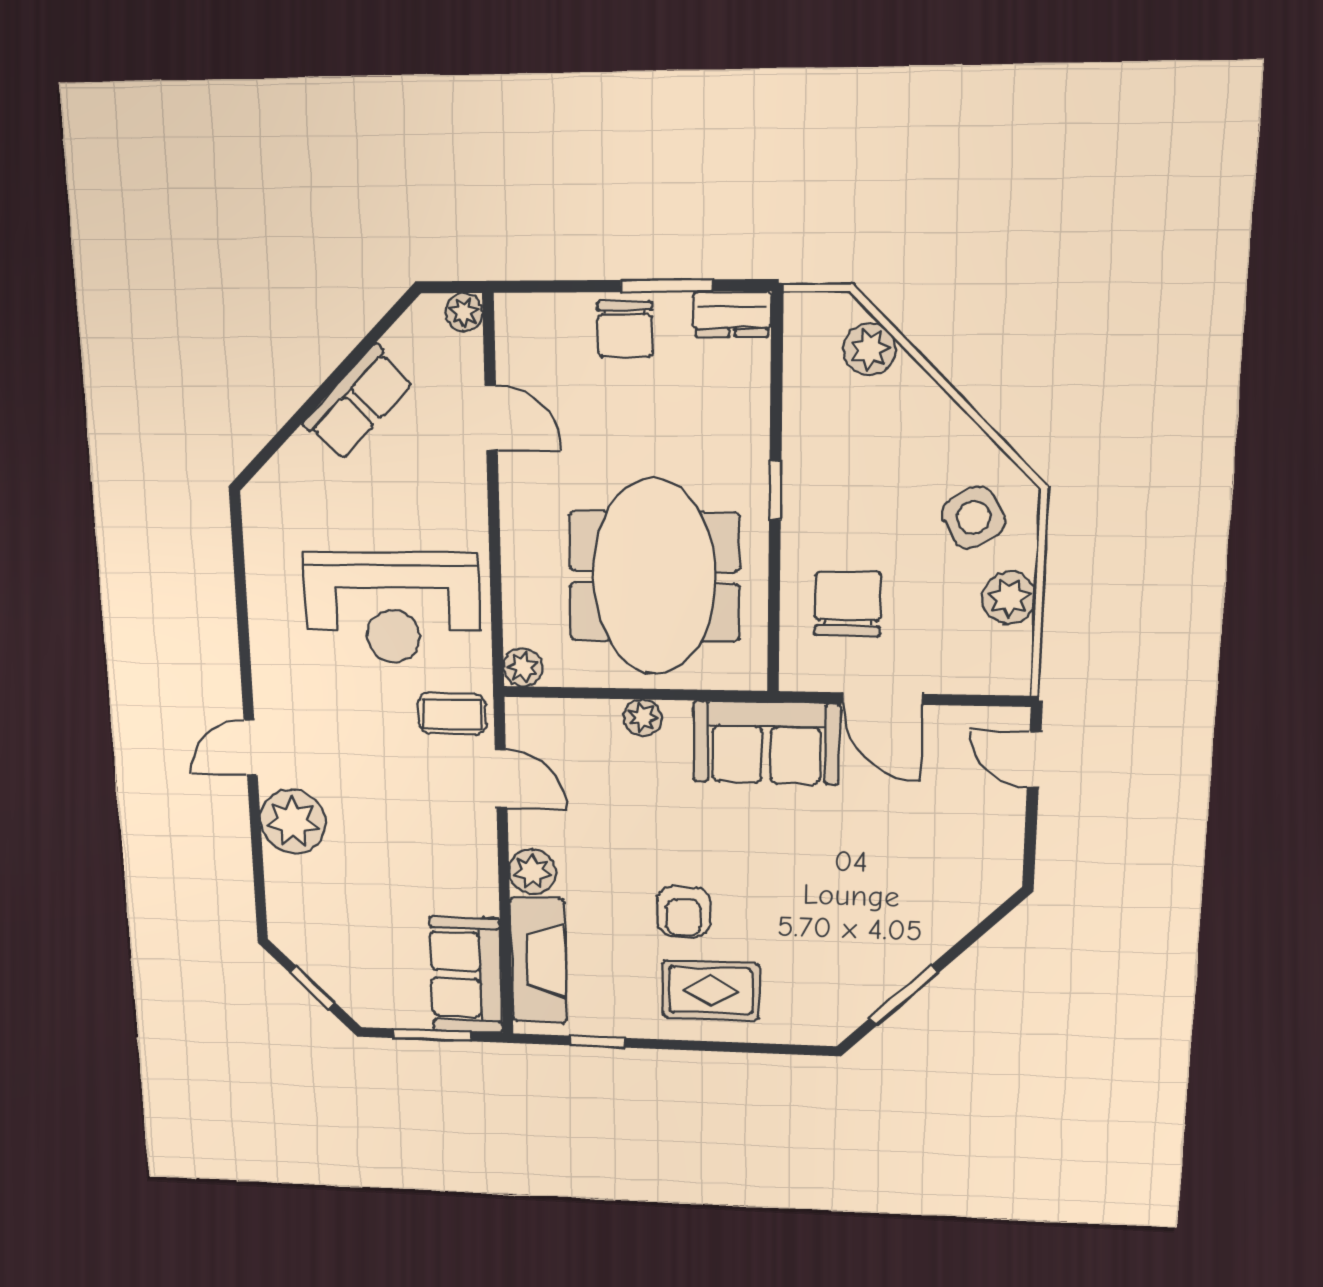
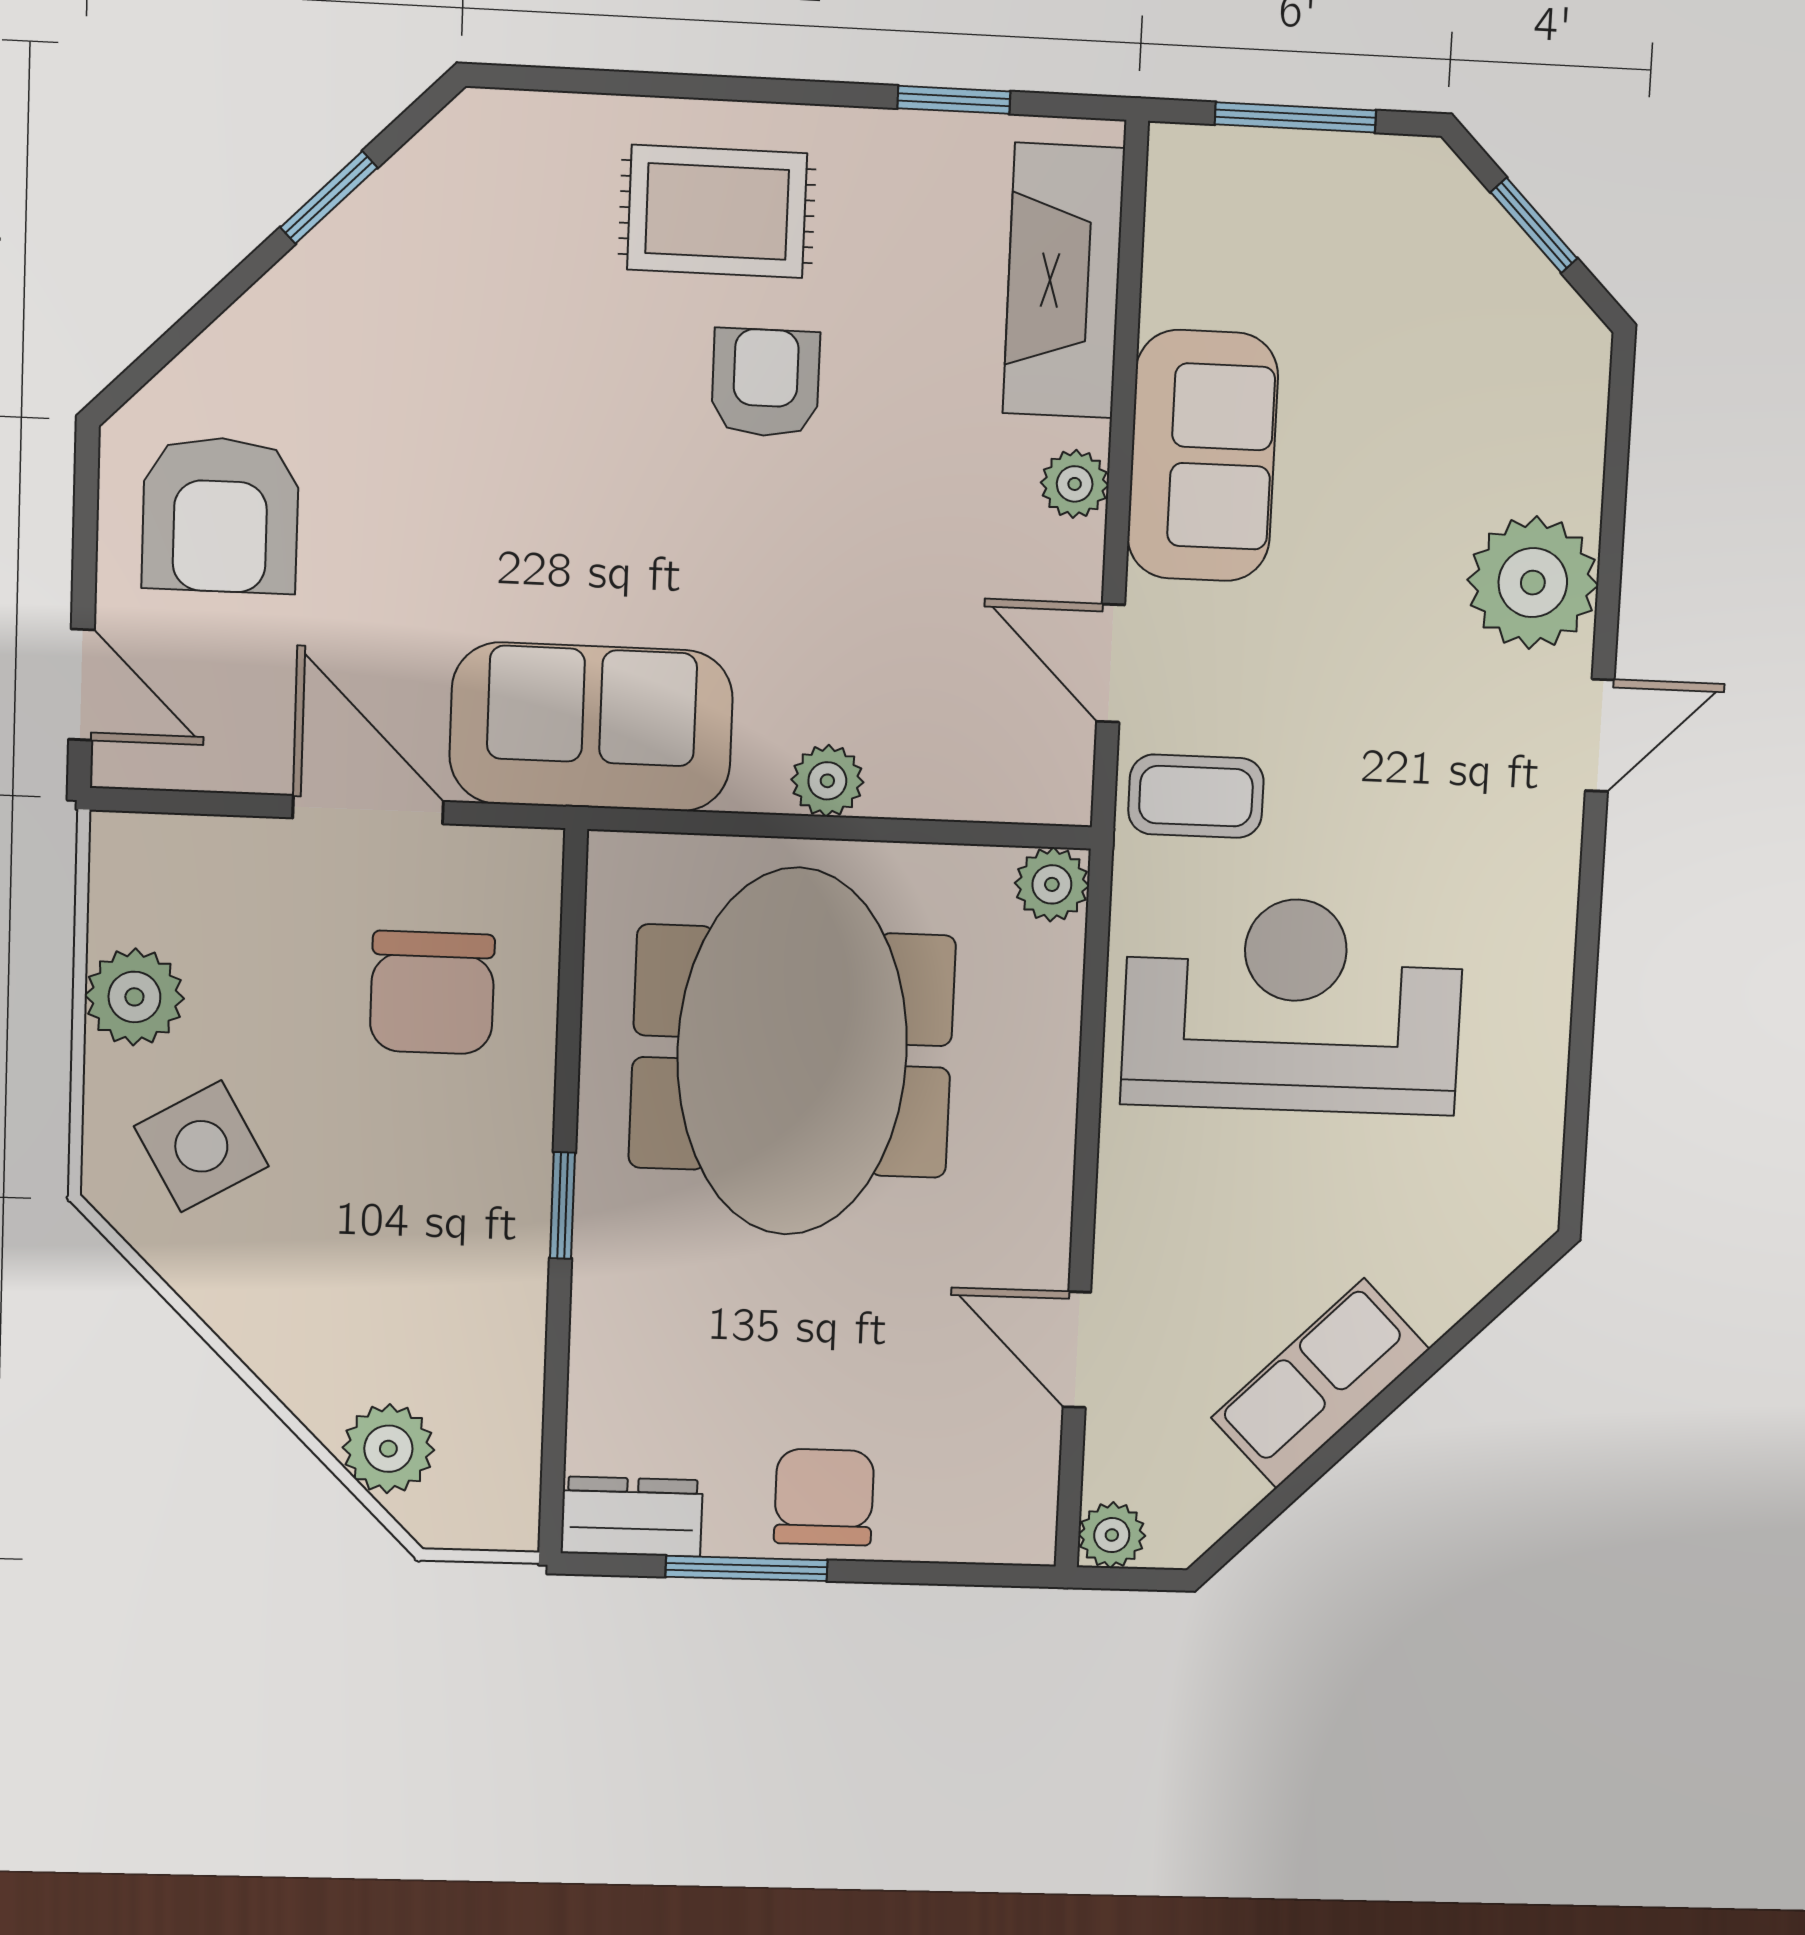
armchair: (960, 845) -> (220, 515), added
plant: (532, 872) -> (1075, 484), width x0.73, depth x0.73
sofa: (466, 975) -> (1203, 456), moved
window: (904, 995) -> (329, 197), width x0.67

